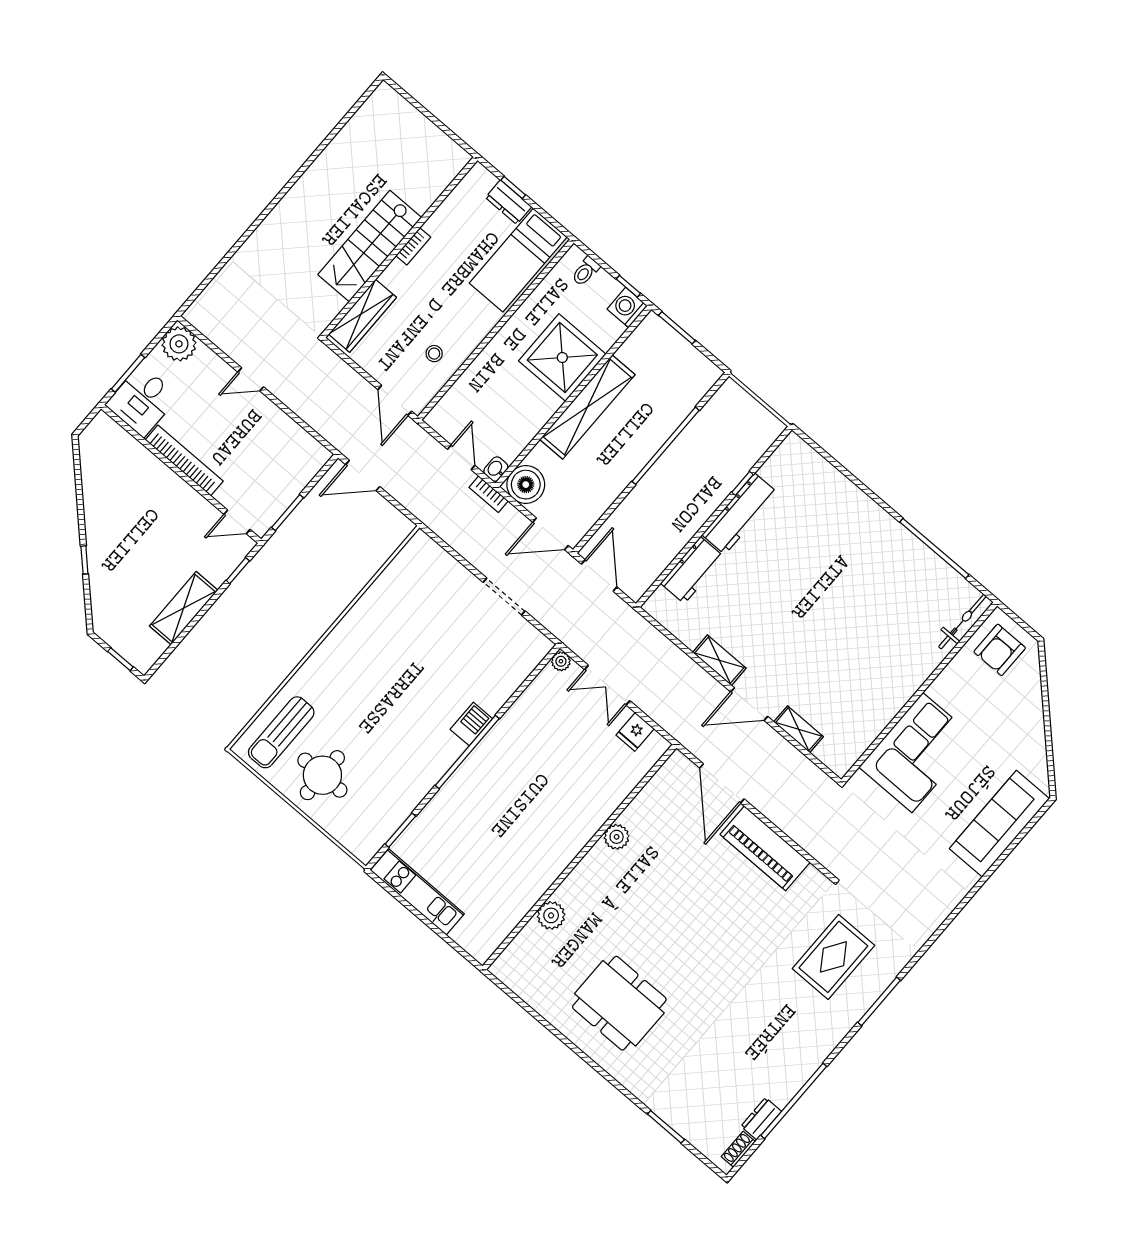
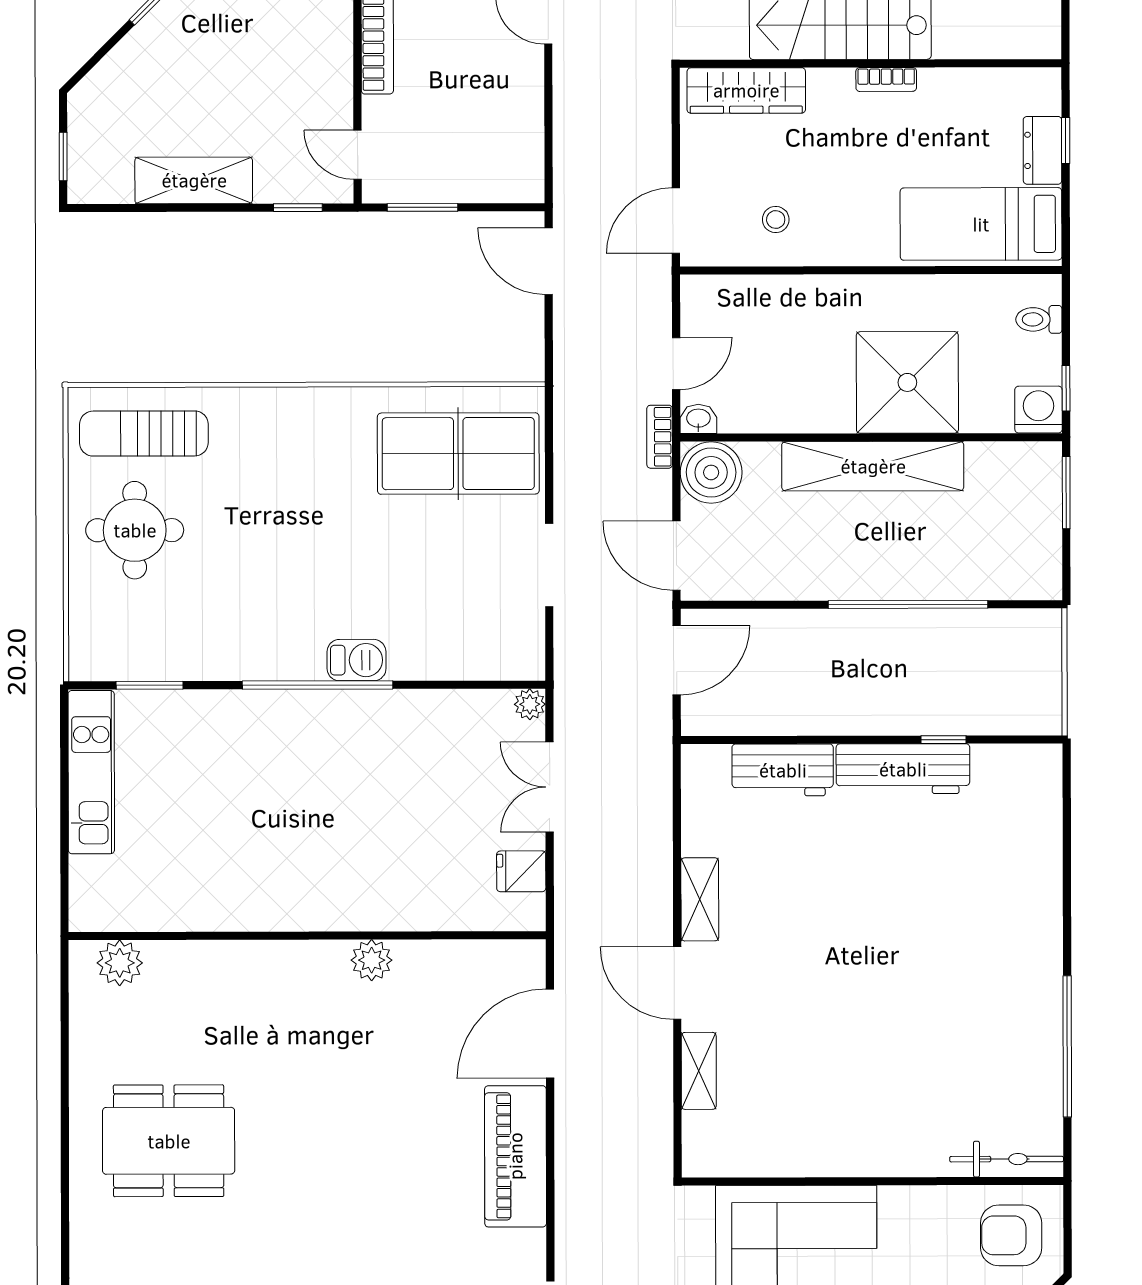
table tennis table: (416, 594) -> (458, 454), added
plant: (551, 915) -> (120, 963), moved
dining table: (619, 1003) -> (169, 1141), turned 90

